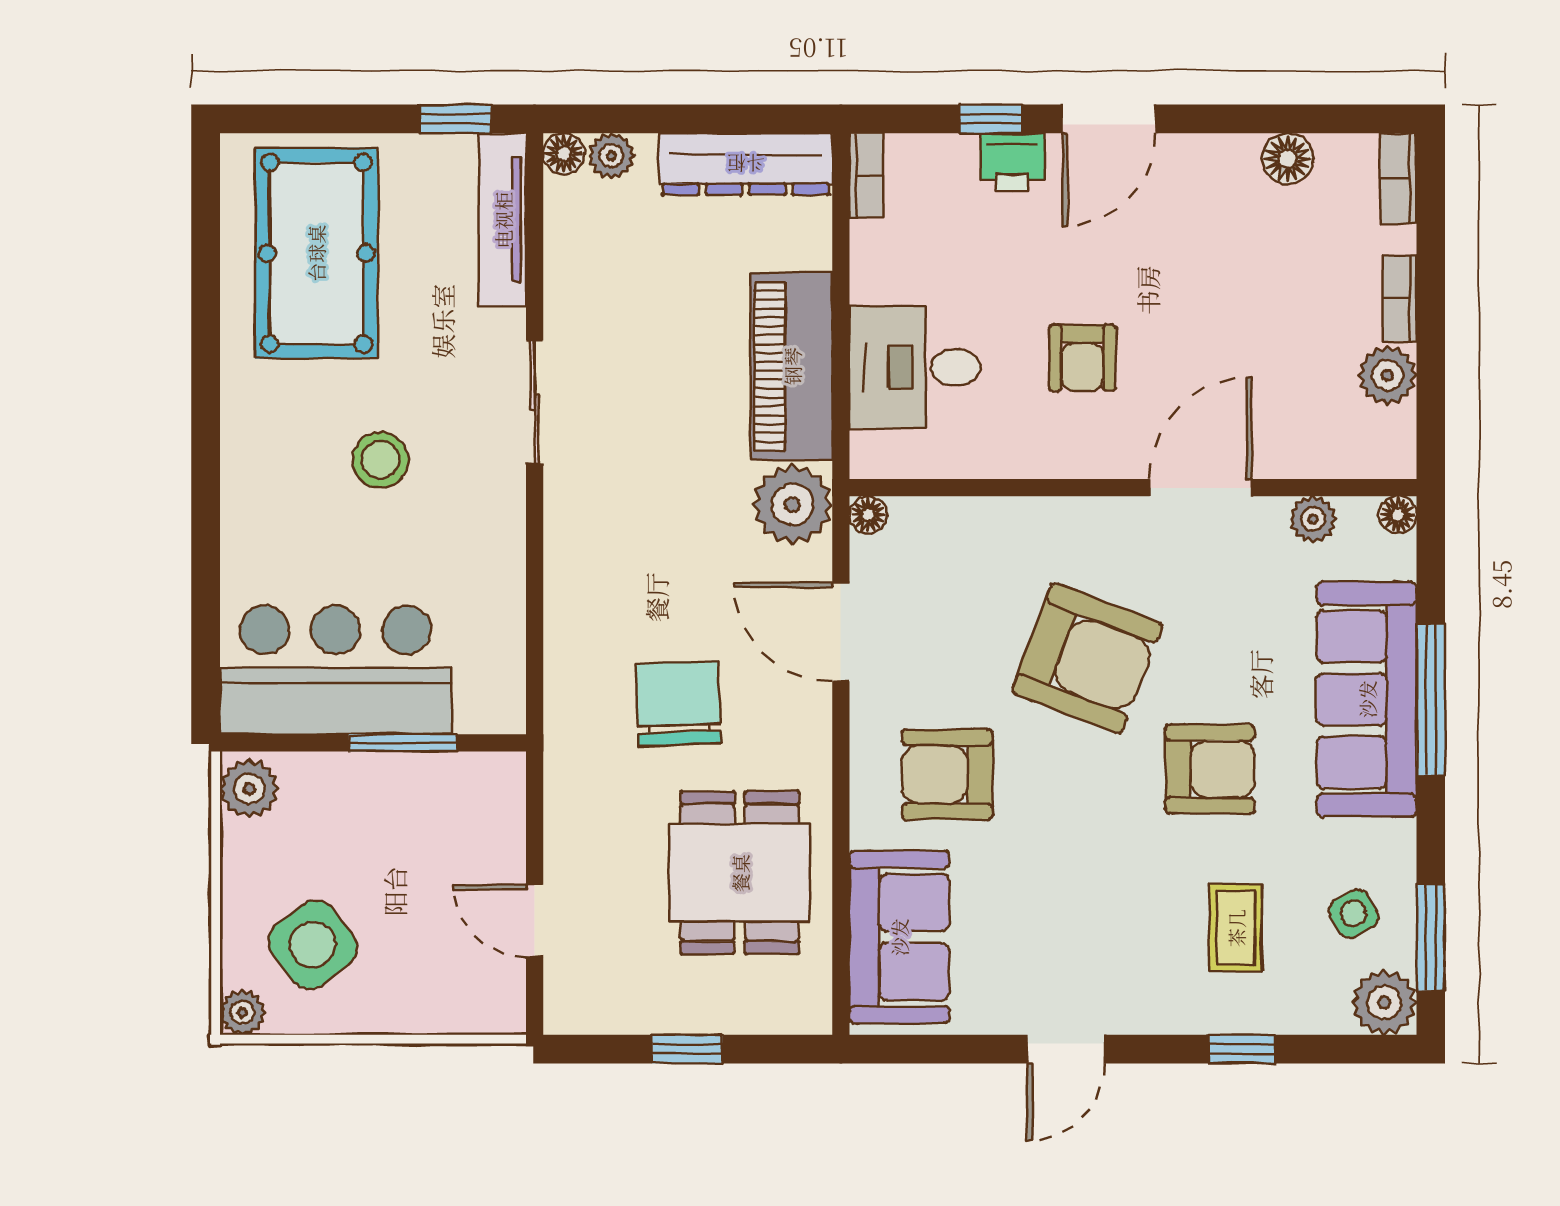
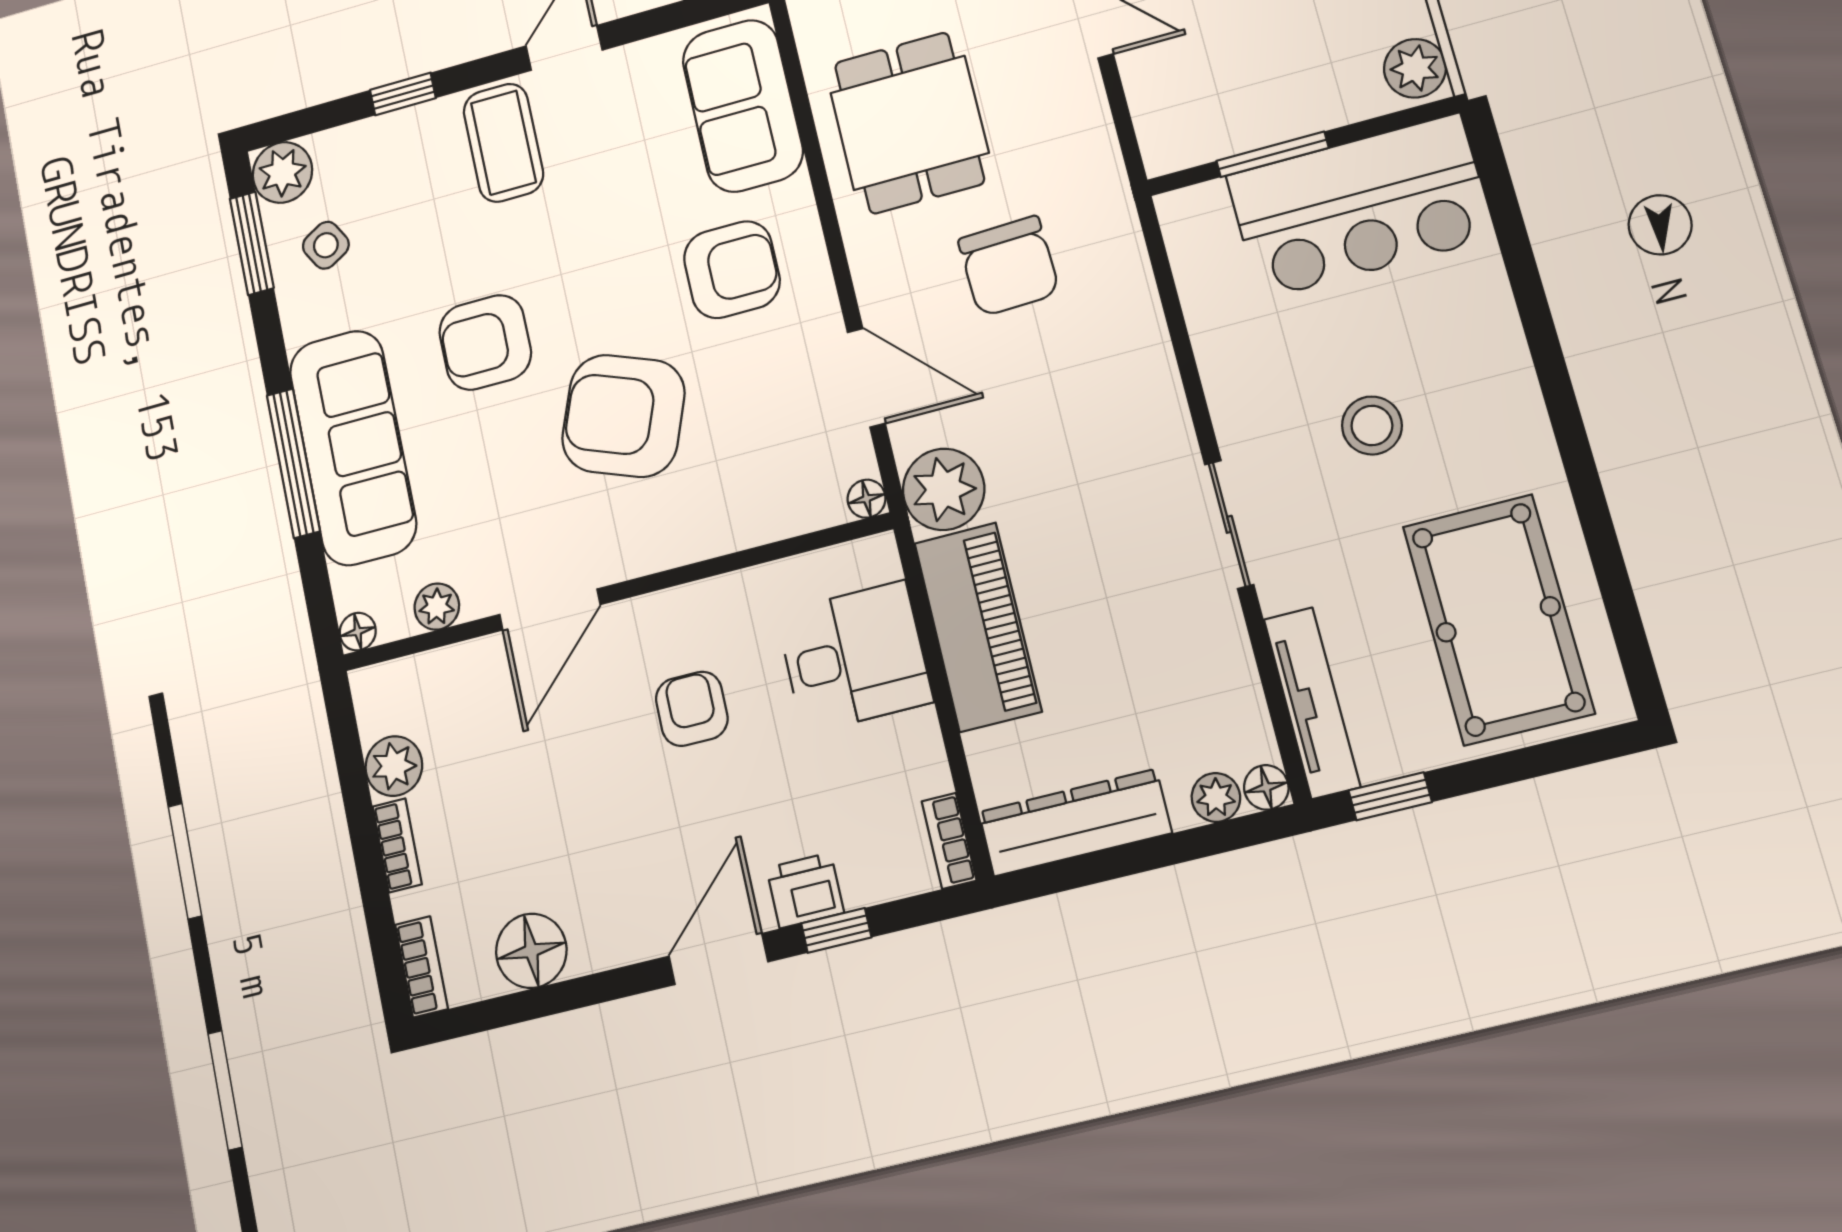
floor lamp: (1287, 159) -> (531, 951), width x1.38, depth x1.38
coffee table: (1236, 928) -> (503, 143), moved, width x1.36, depth x1.30

